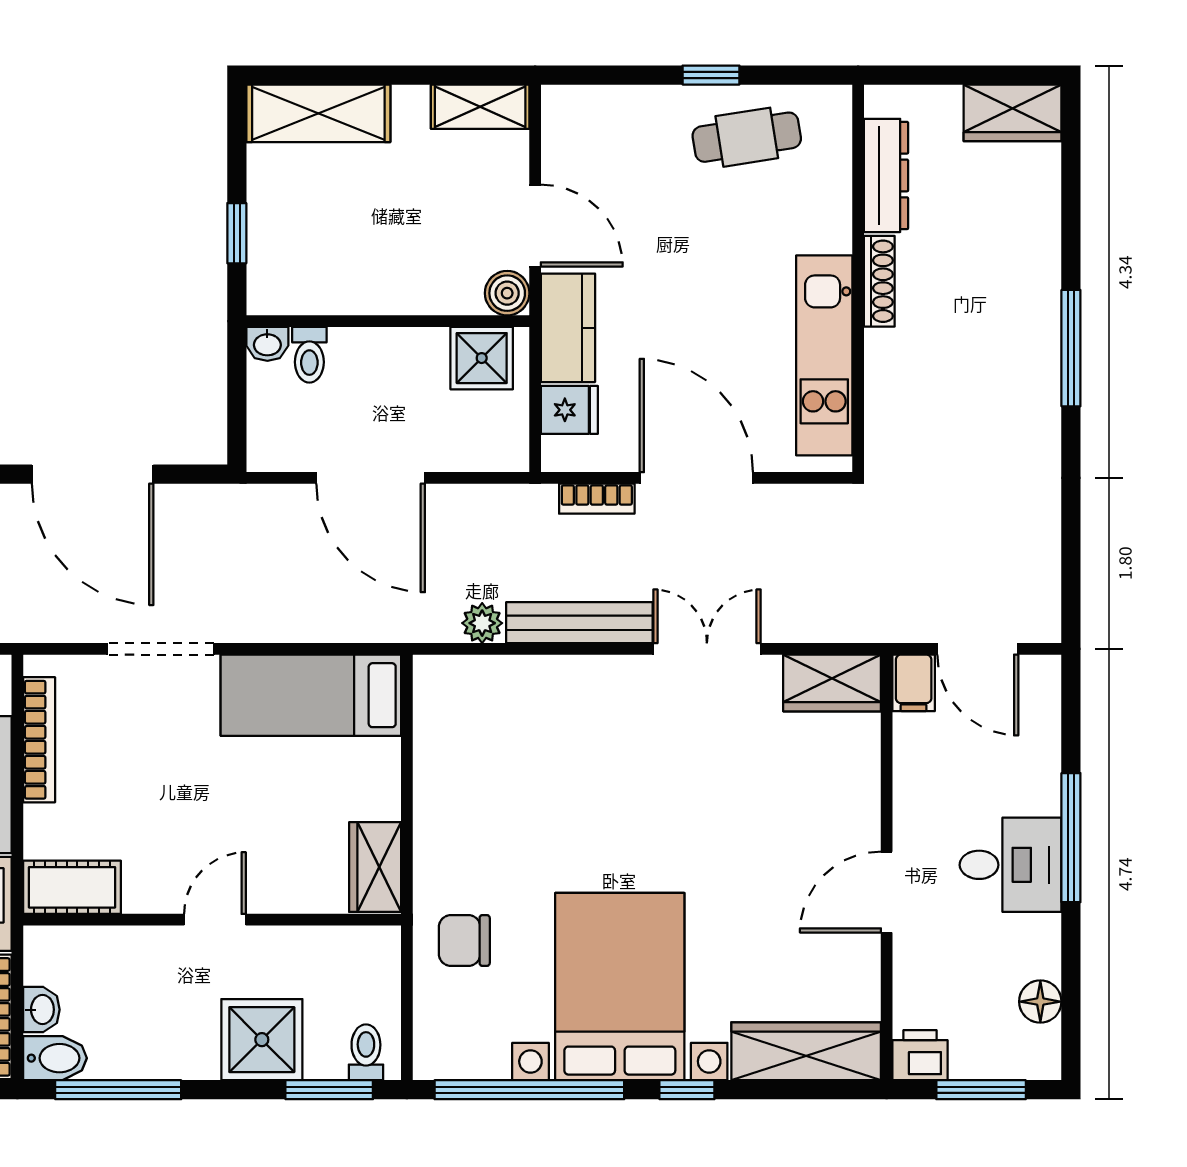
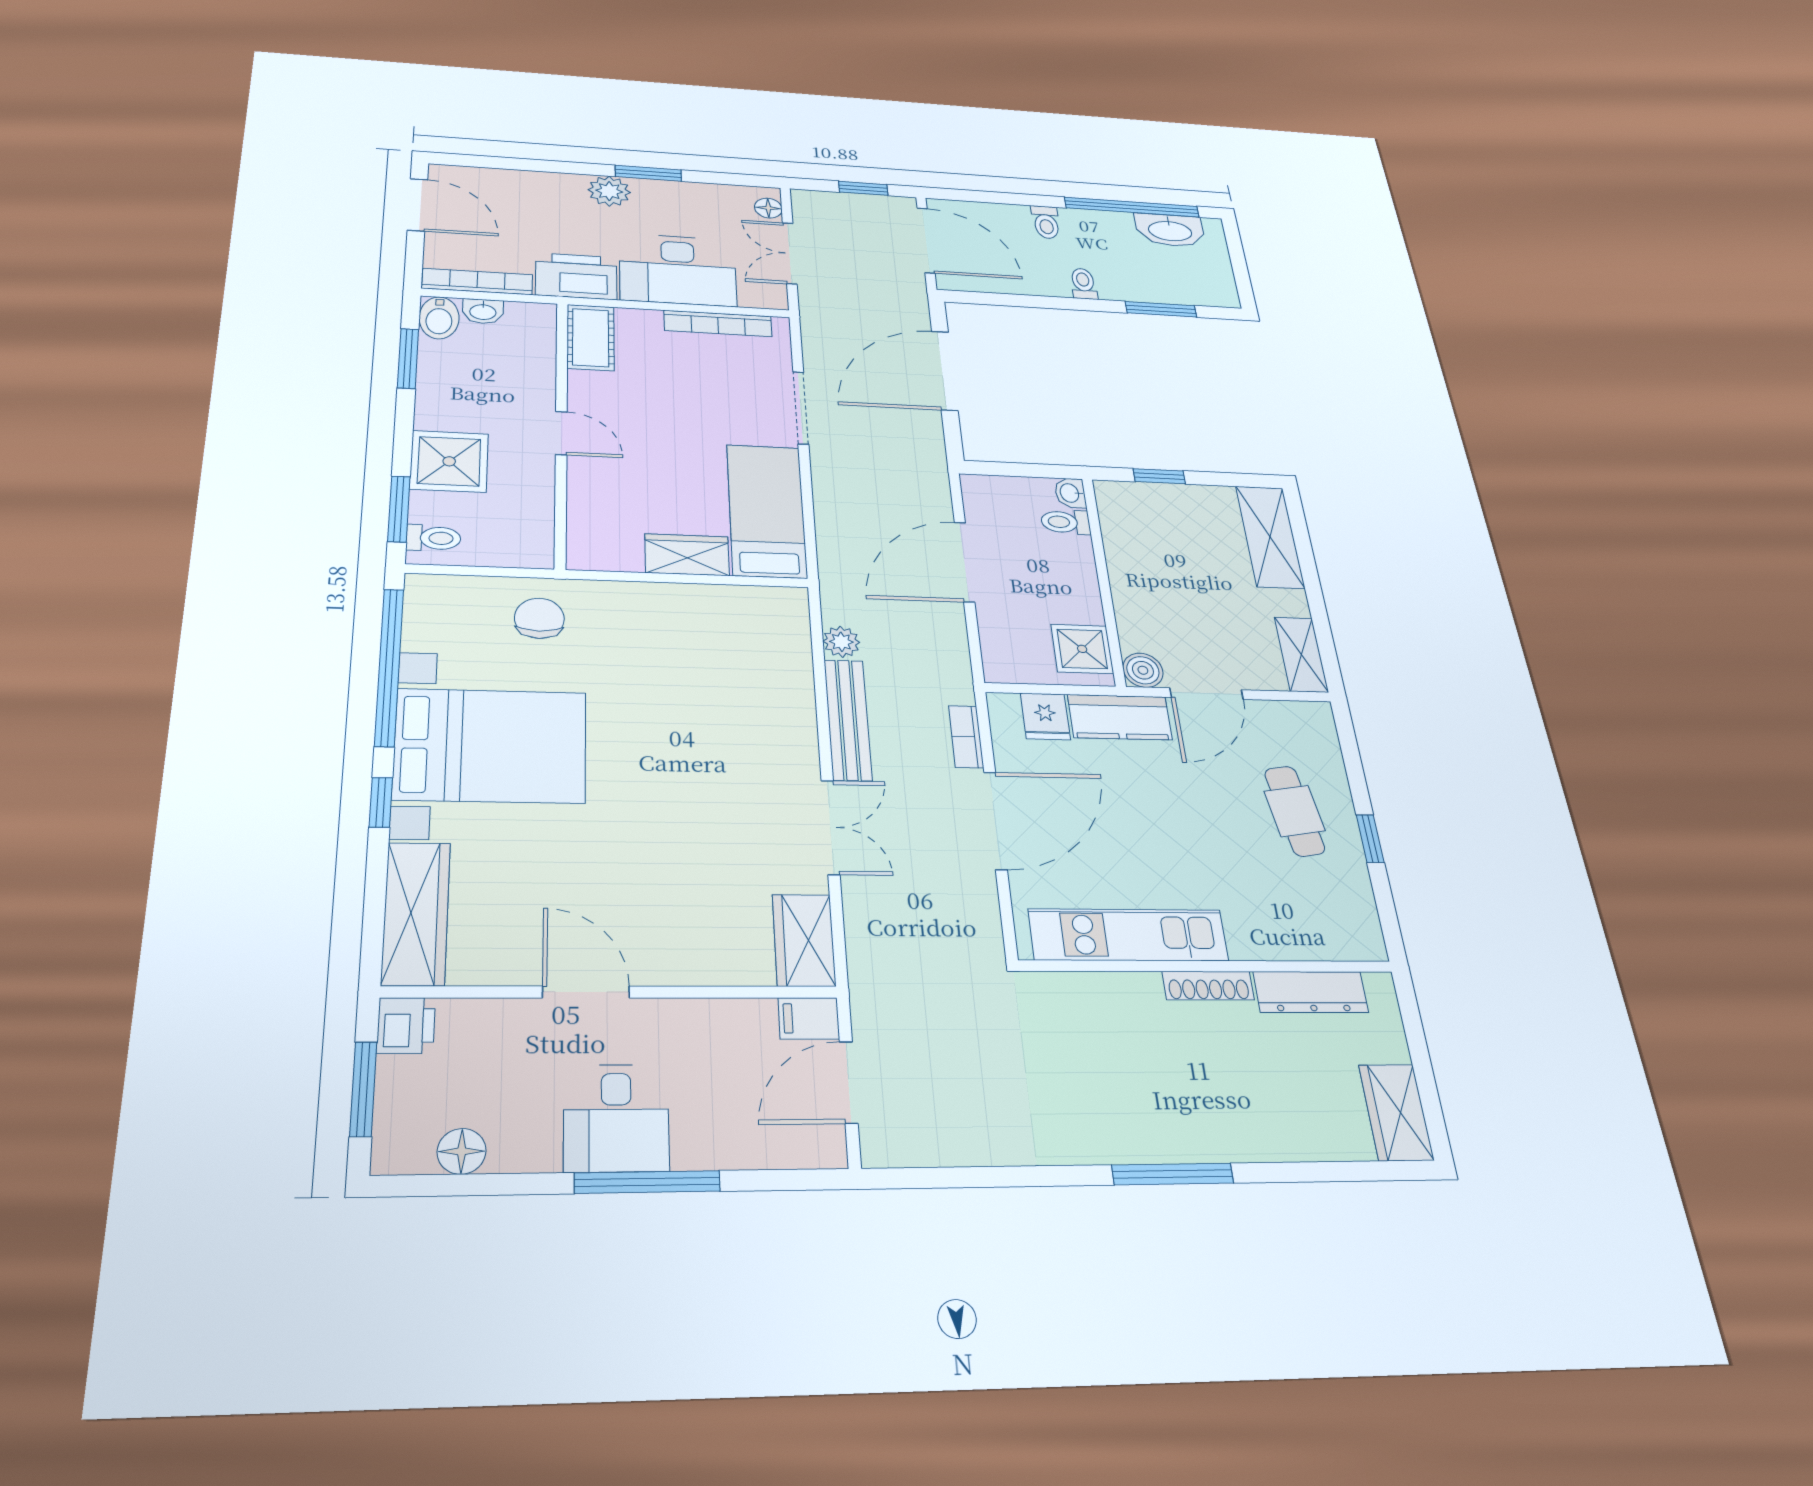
cafe table: (747, 137) -> (1295, 811), moved
wardrobe: (375, 867) -> (687, 555), moved
window: (118, 1090) -> (408, 358), width x0.69

